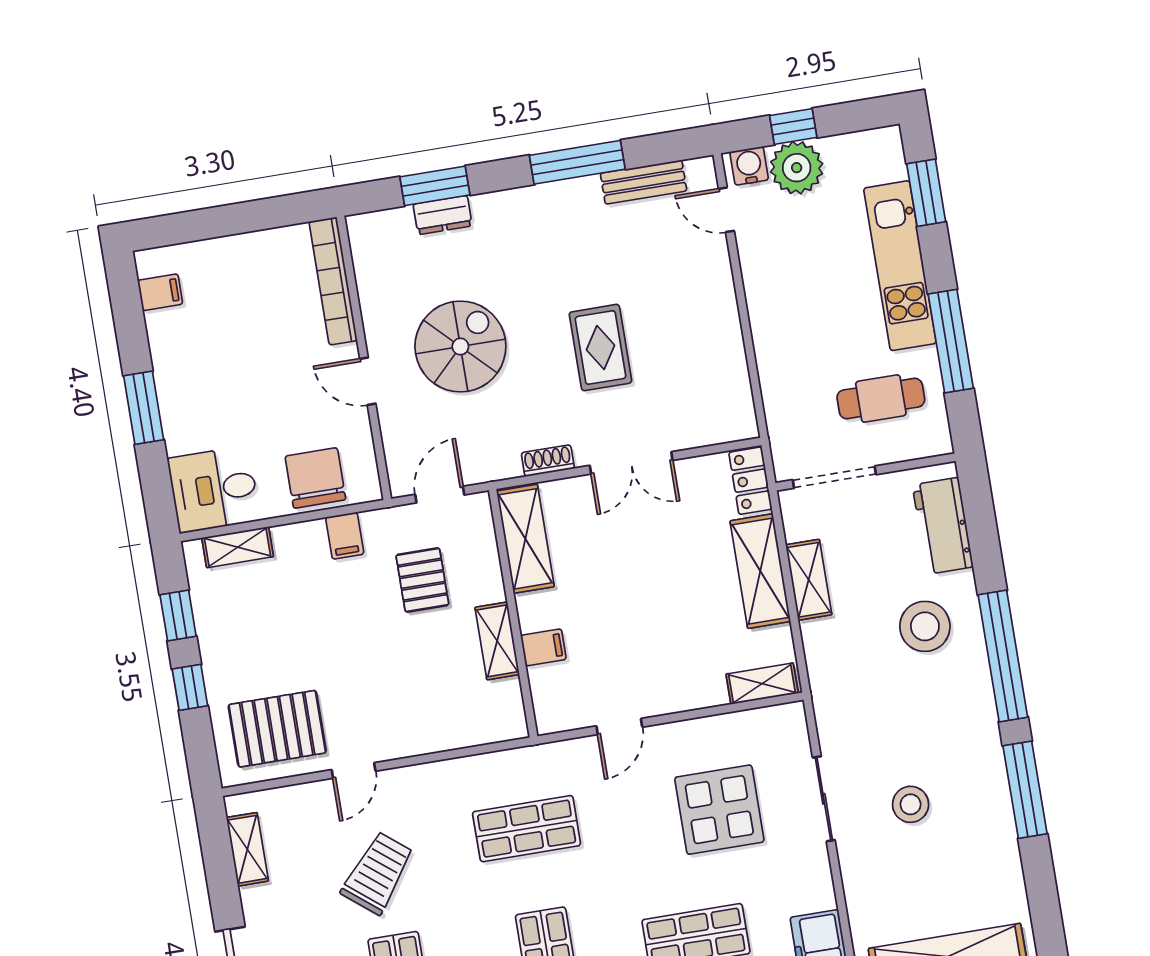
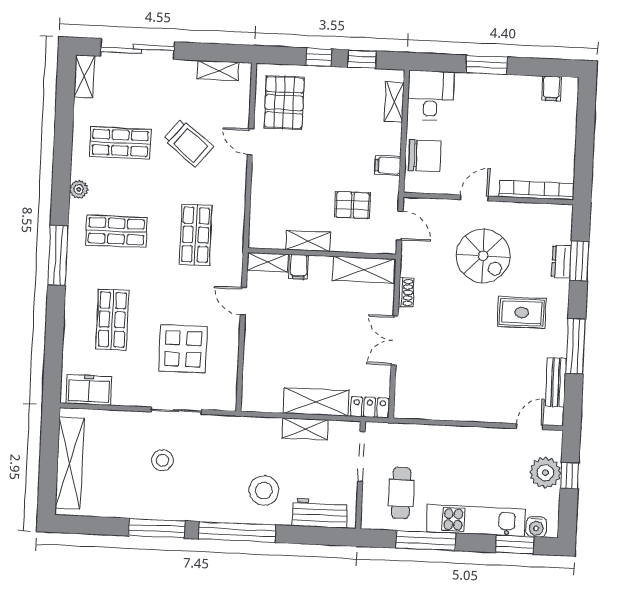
water cooler: (749, 166) -> (536, 527), moved, turned 90
rug: (600, 348) -> (522, 312), moved
shelving: (762, 684) -> (268, 262), moved, turned 90

